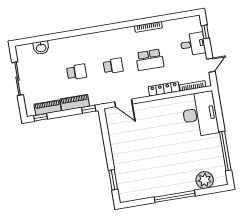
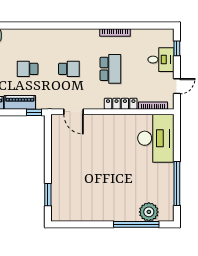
school desk: (150, 60) -> (110, 69), turned -90
school desk: (77, 72) -> (28, 69), turned 180
window: (175, 196) -> (136, 224), moved

